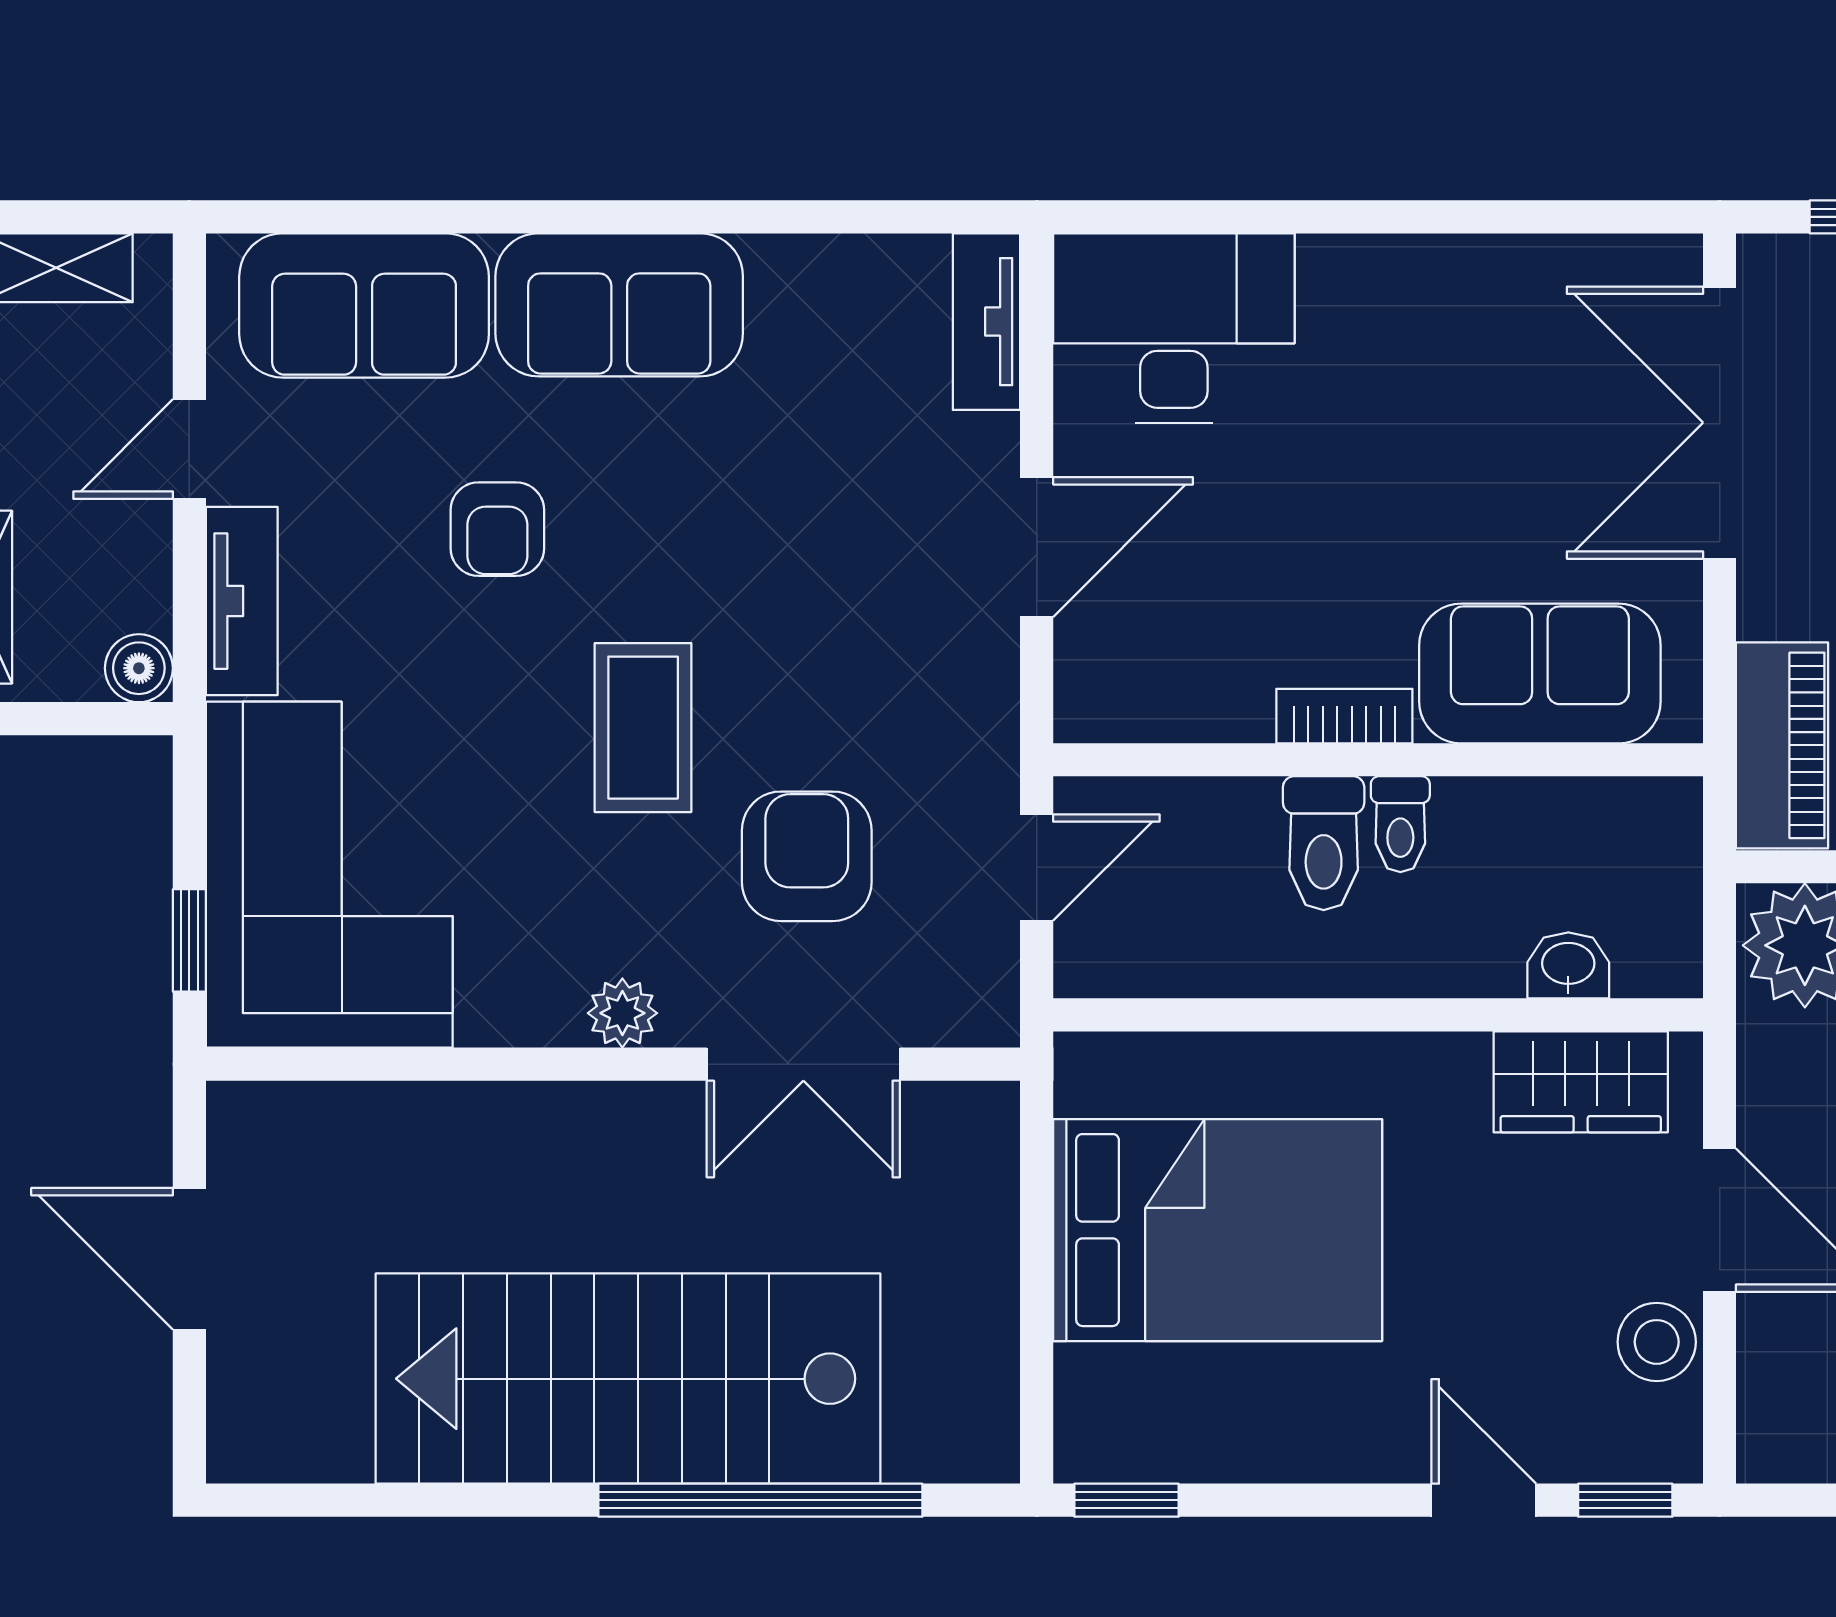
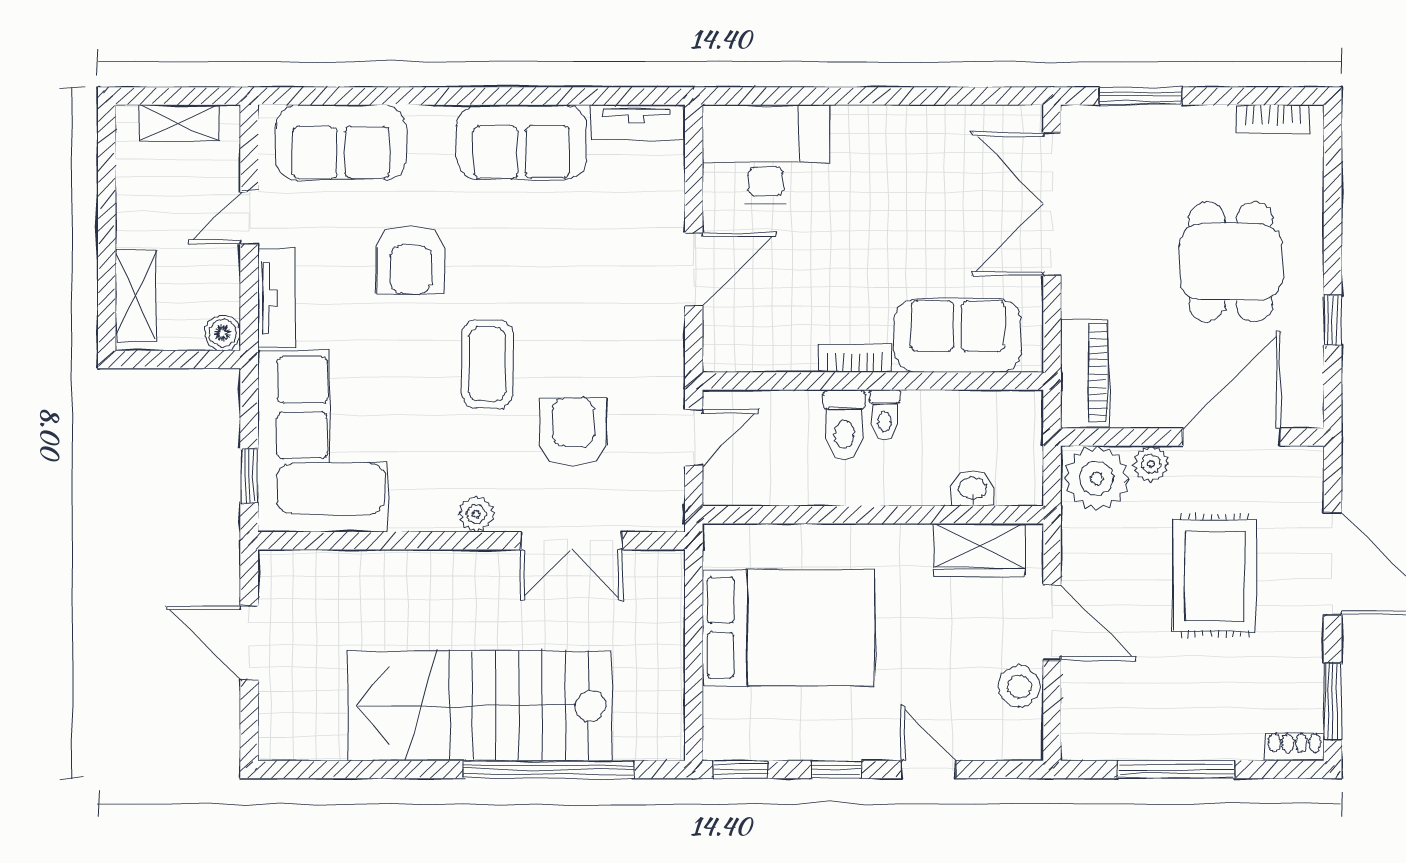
sofa: (619, 305) -> (522, 142), moved
tv unit: (987, 322) -> (636, 122), moved, turned -90
armchair: (497, 529) -> (411, 260), width x1.38, depth x1.38
window: (1625, 1500) -> (836, 769), moved

